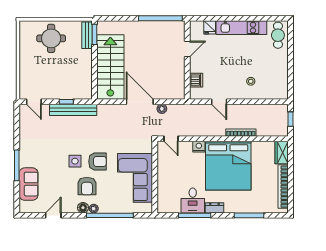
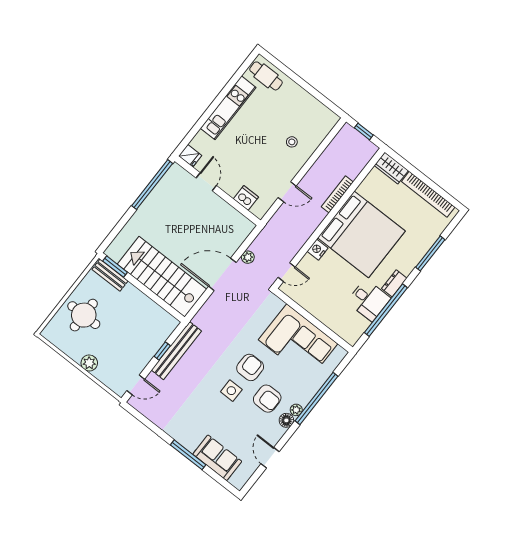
fridge: (210, 27) -> (190, 156), moved
plant: (25, 64) -> (89, 363), added
window: (195, 215) -> (386, 310), width x1.46

